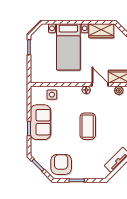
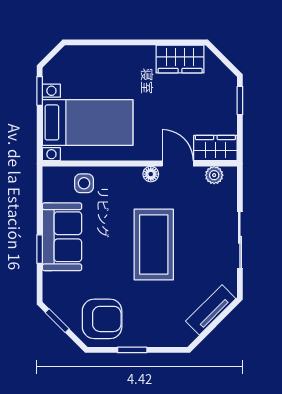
bed with nightstands: (68, 47) -> (88, 122), moved, turned -90
coffee table: (88, 126) -> (154, 245), width x1.36, depth x1.32
armchair: (61, 164) -> (102, 319), turned 90

